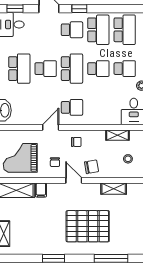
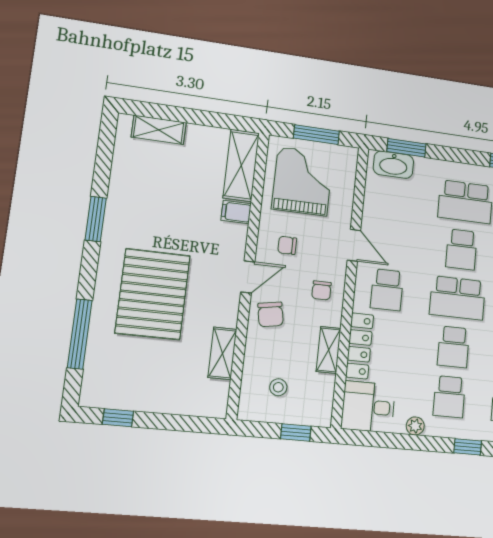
locker: (103, 119) -> (360, 346), added
shelving: (117, 135) -> (329, 350), moved

